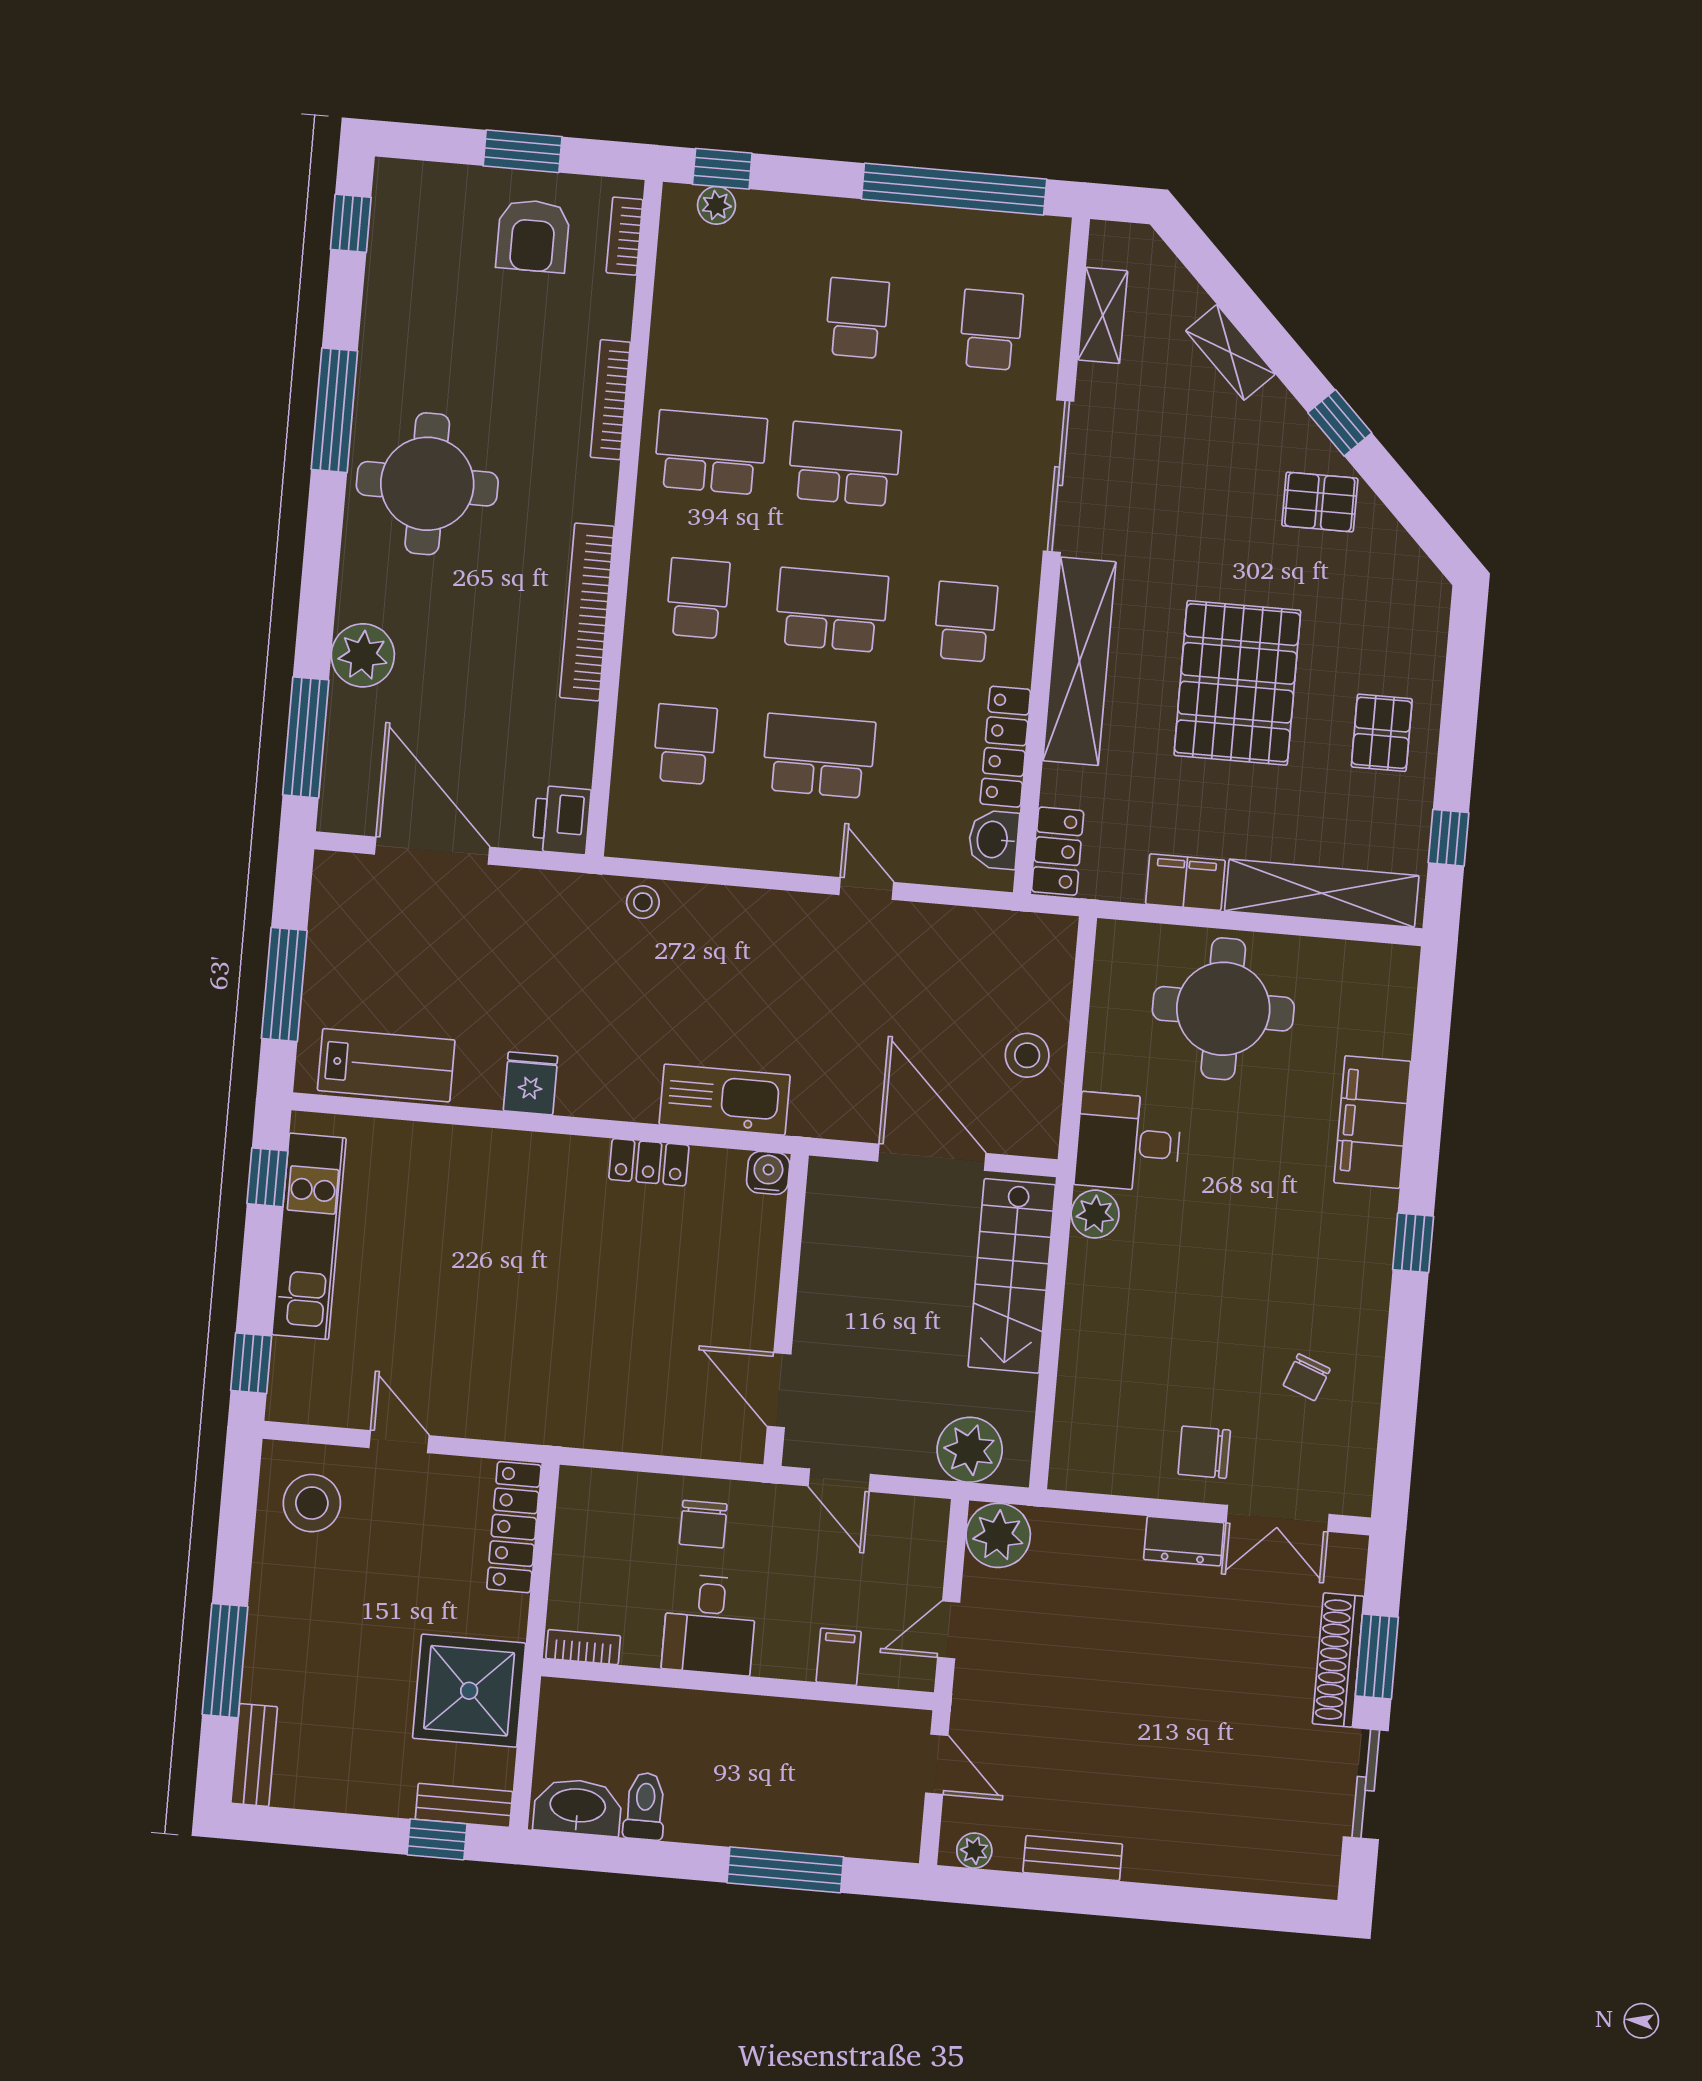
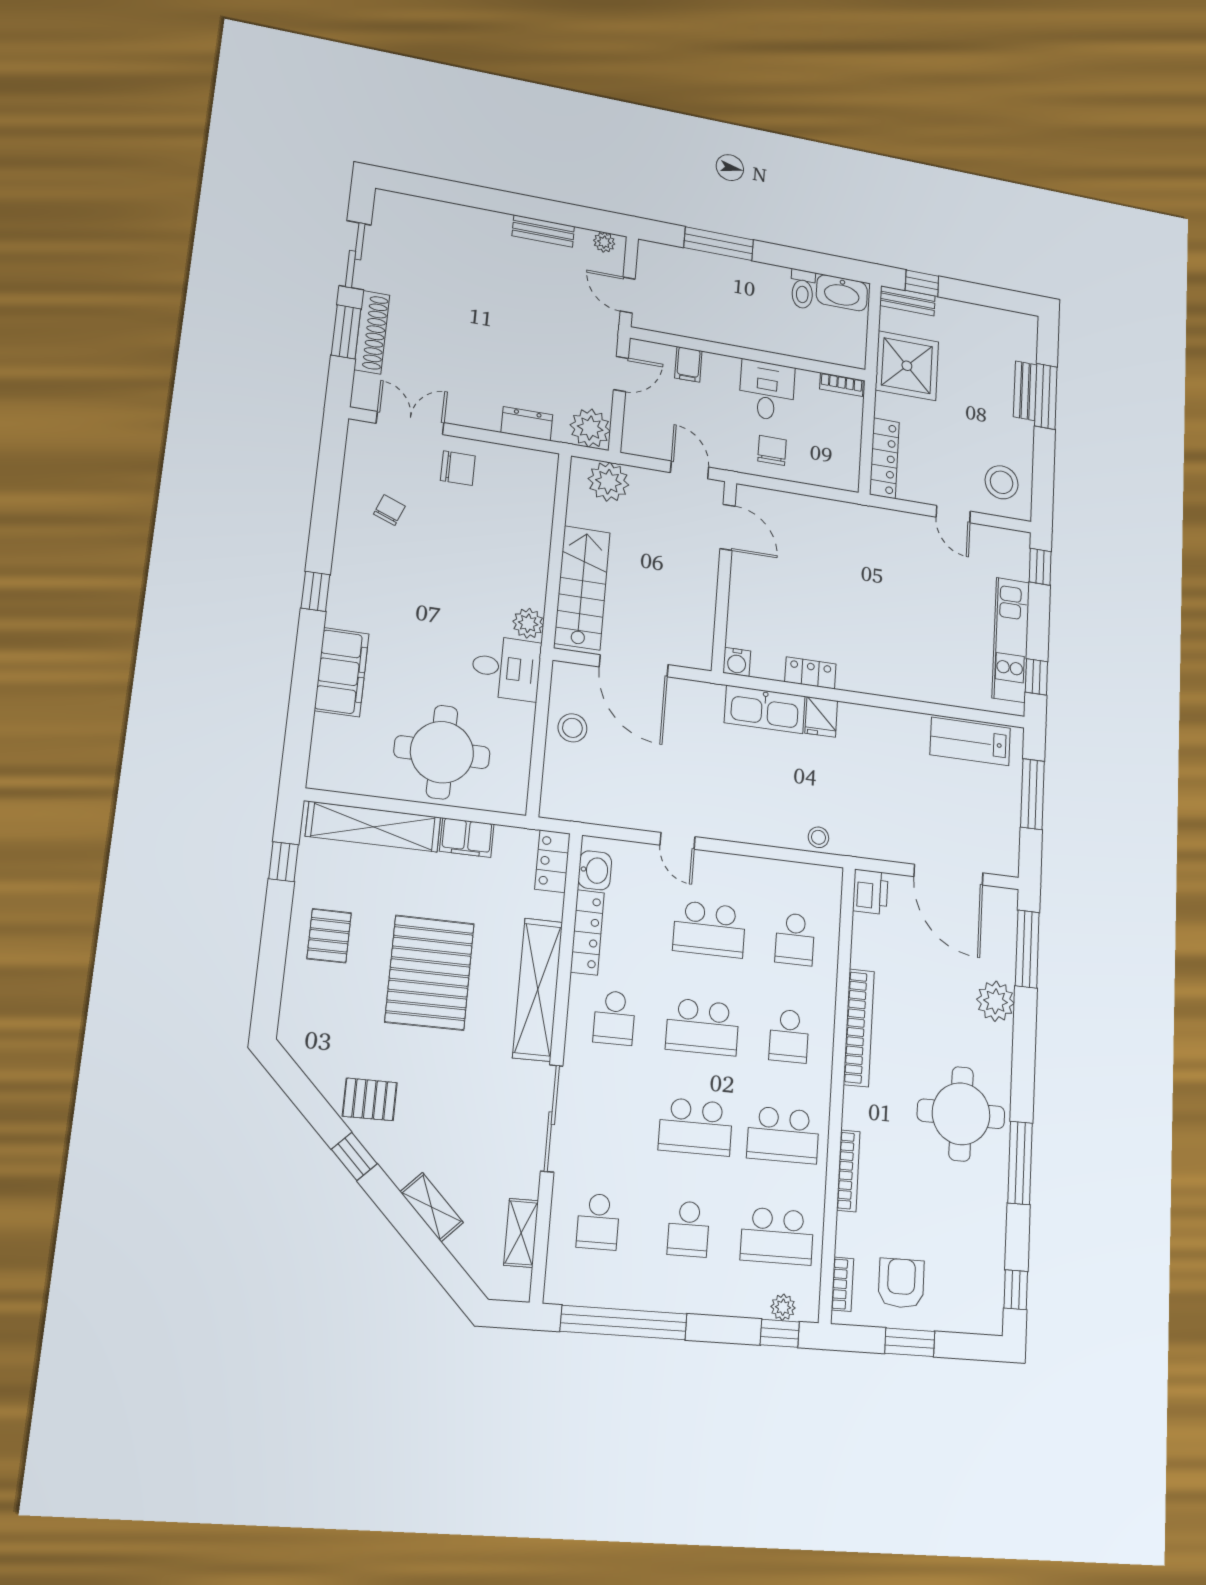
school desk: (723, 306) -> (777, 1236), added
fridge: (530, 1083) -> (821, 717), moved
dresser: (1184, 1541) -> (527, 424), moved
bench: (254, 1755) -> (1025, 391), moved

